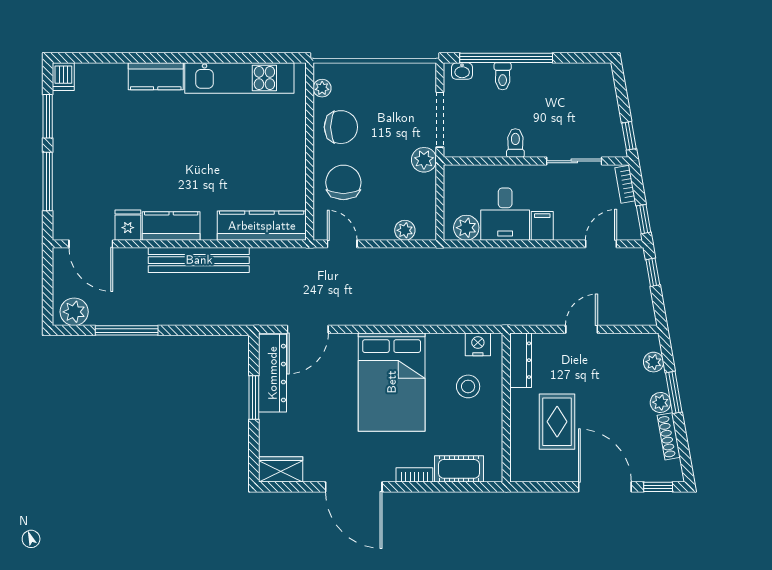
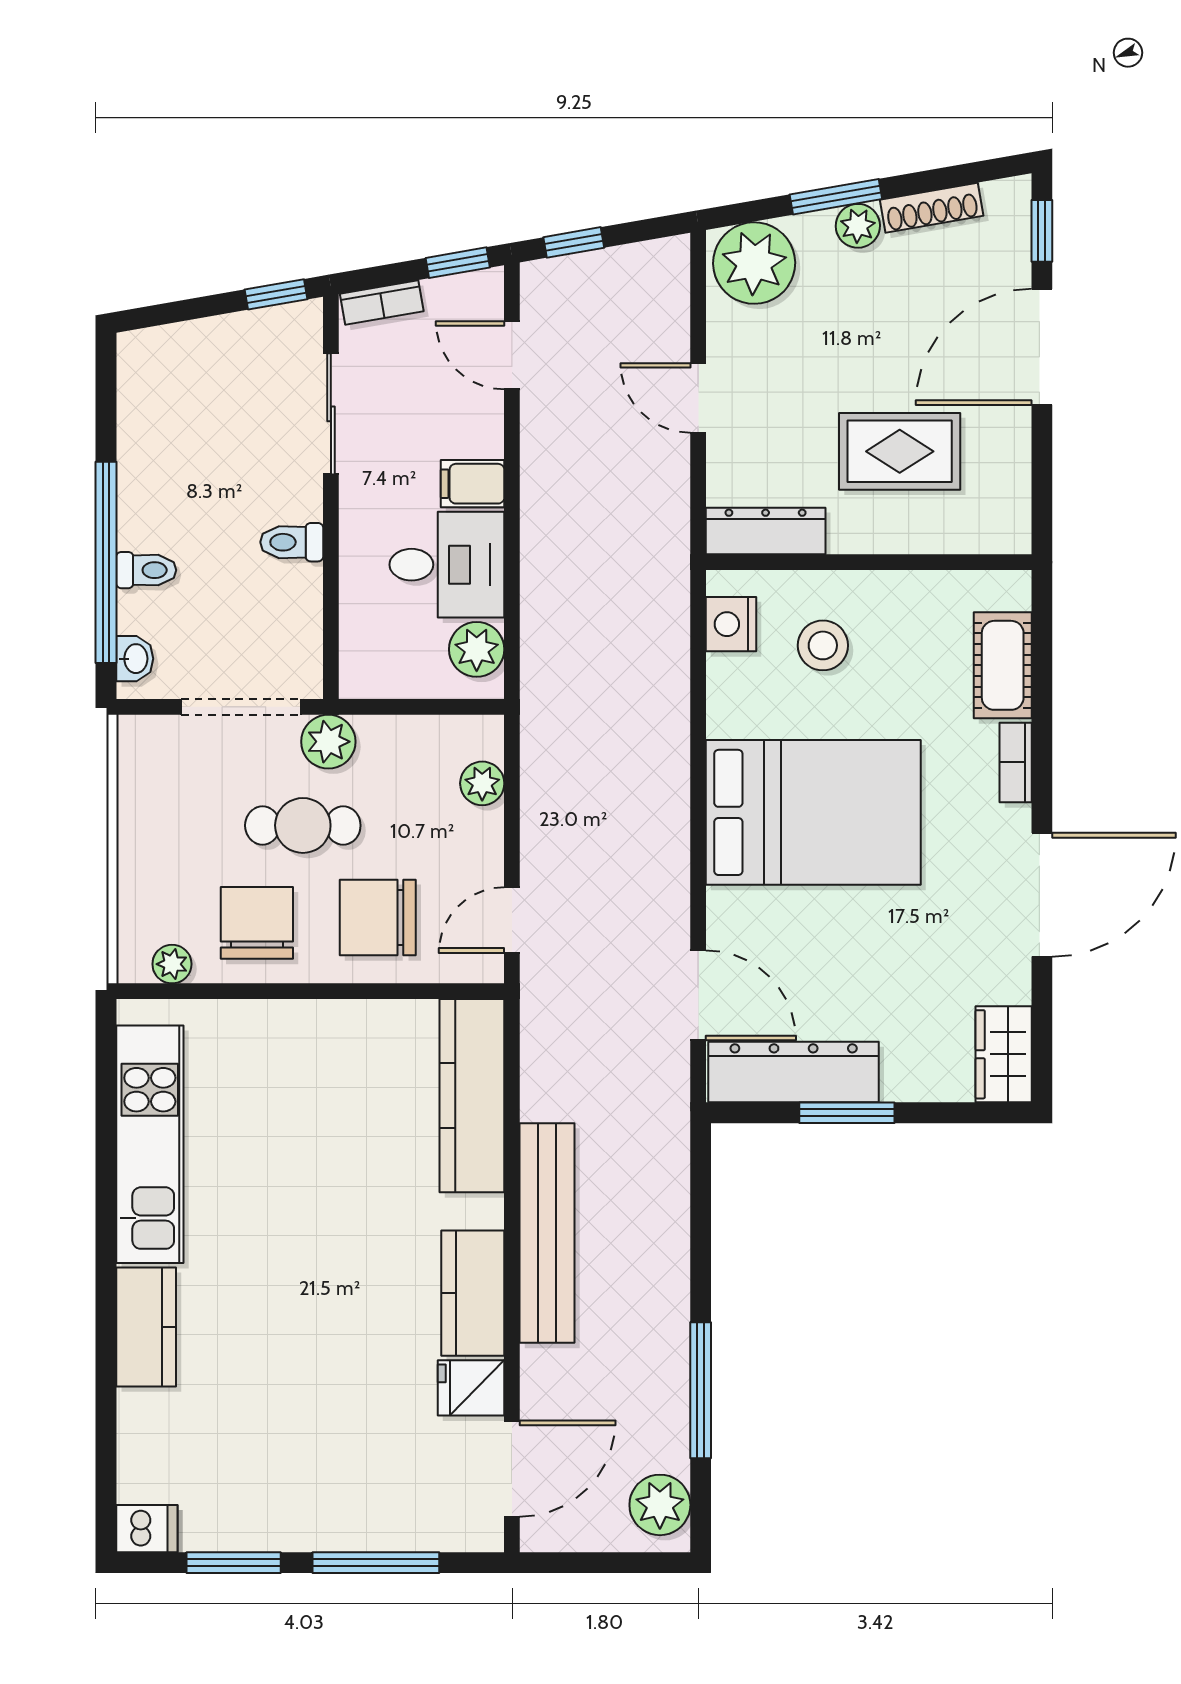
cafe table: (386, 148) -> (303, 825), added
plant: (654, 362) -> (754, 263), width x1.88, depth x1.88

